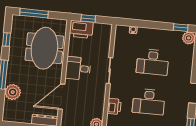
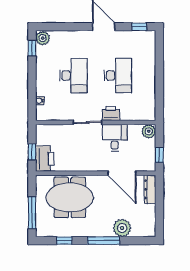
desk: (78, 68) -> (115, 138), moved, turned 180
printer: (114, 106) -> (111, 114), moved

